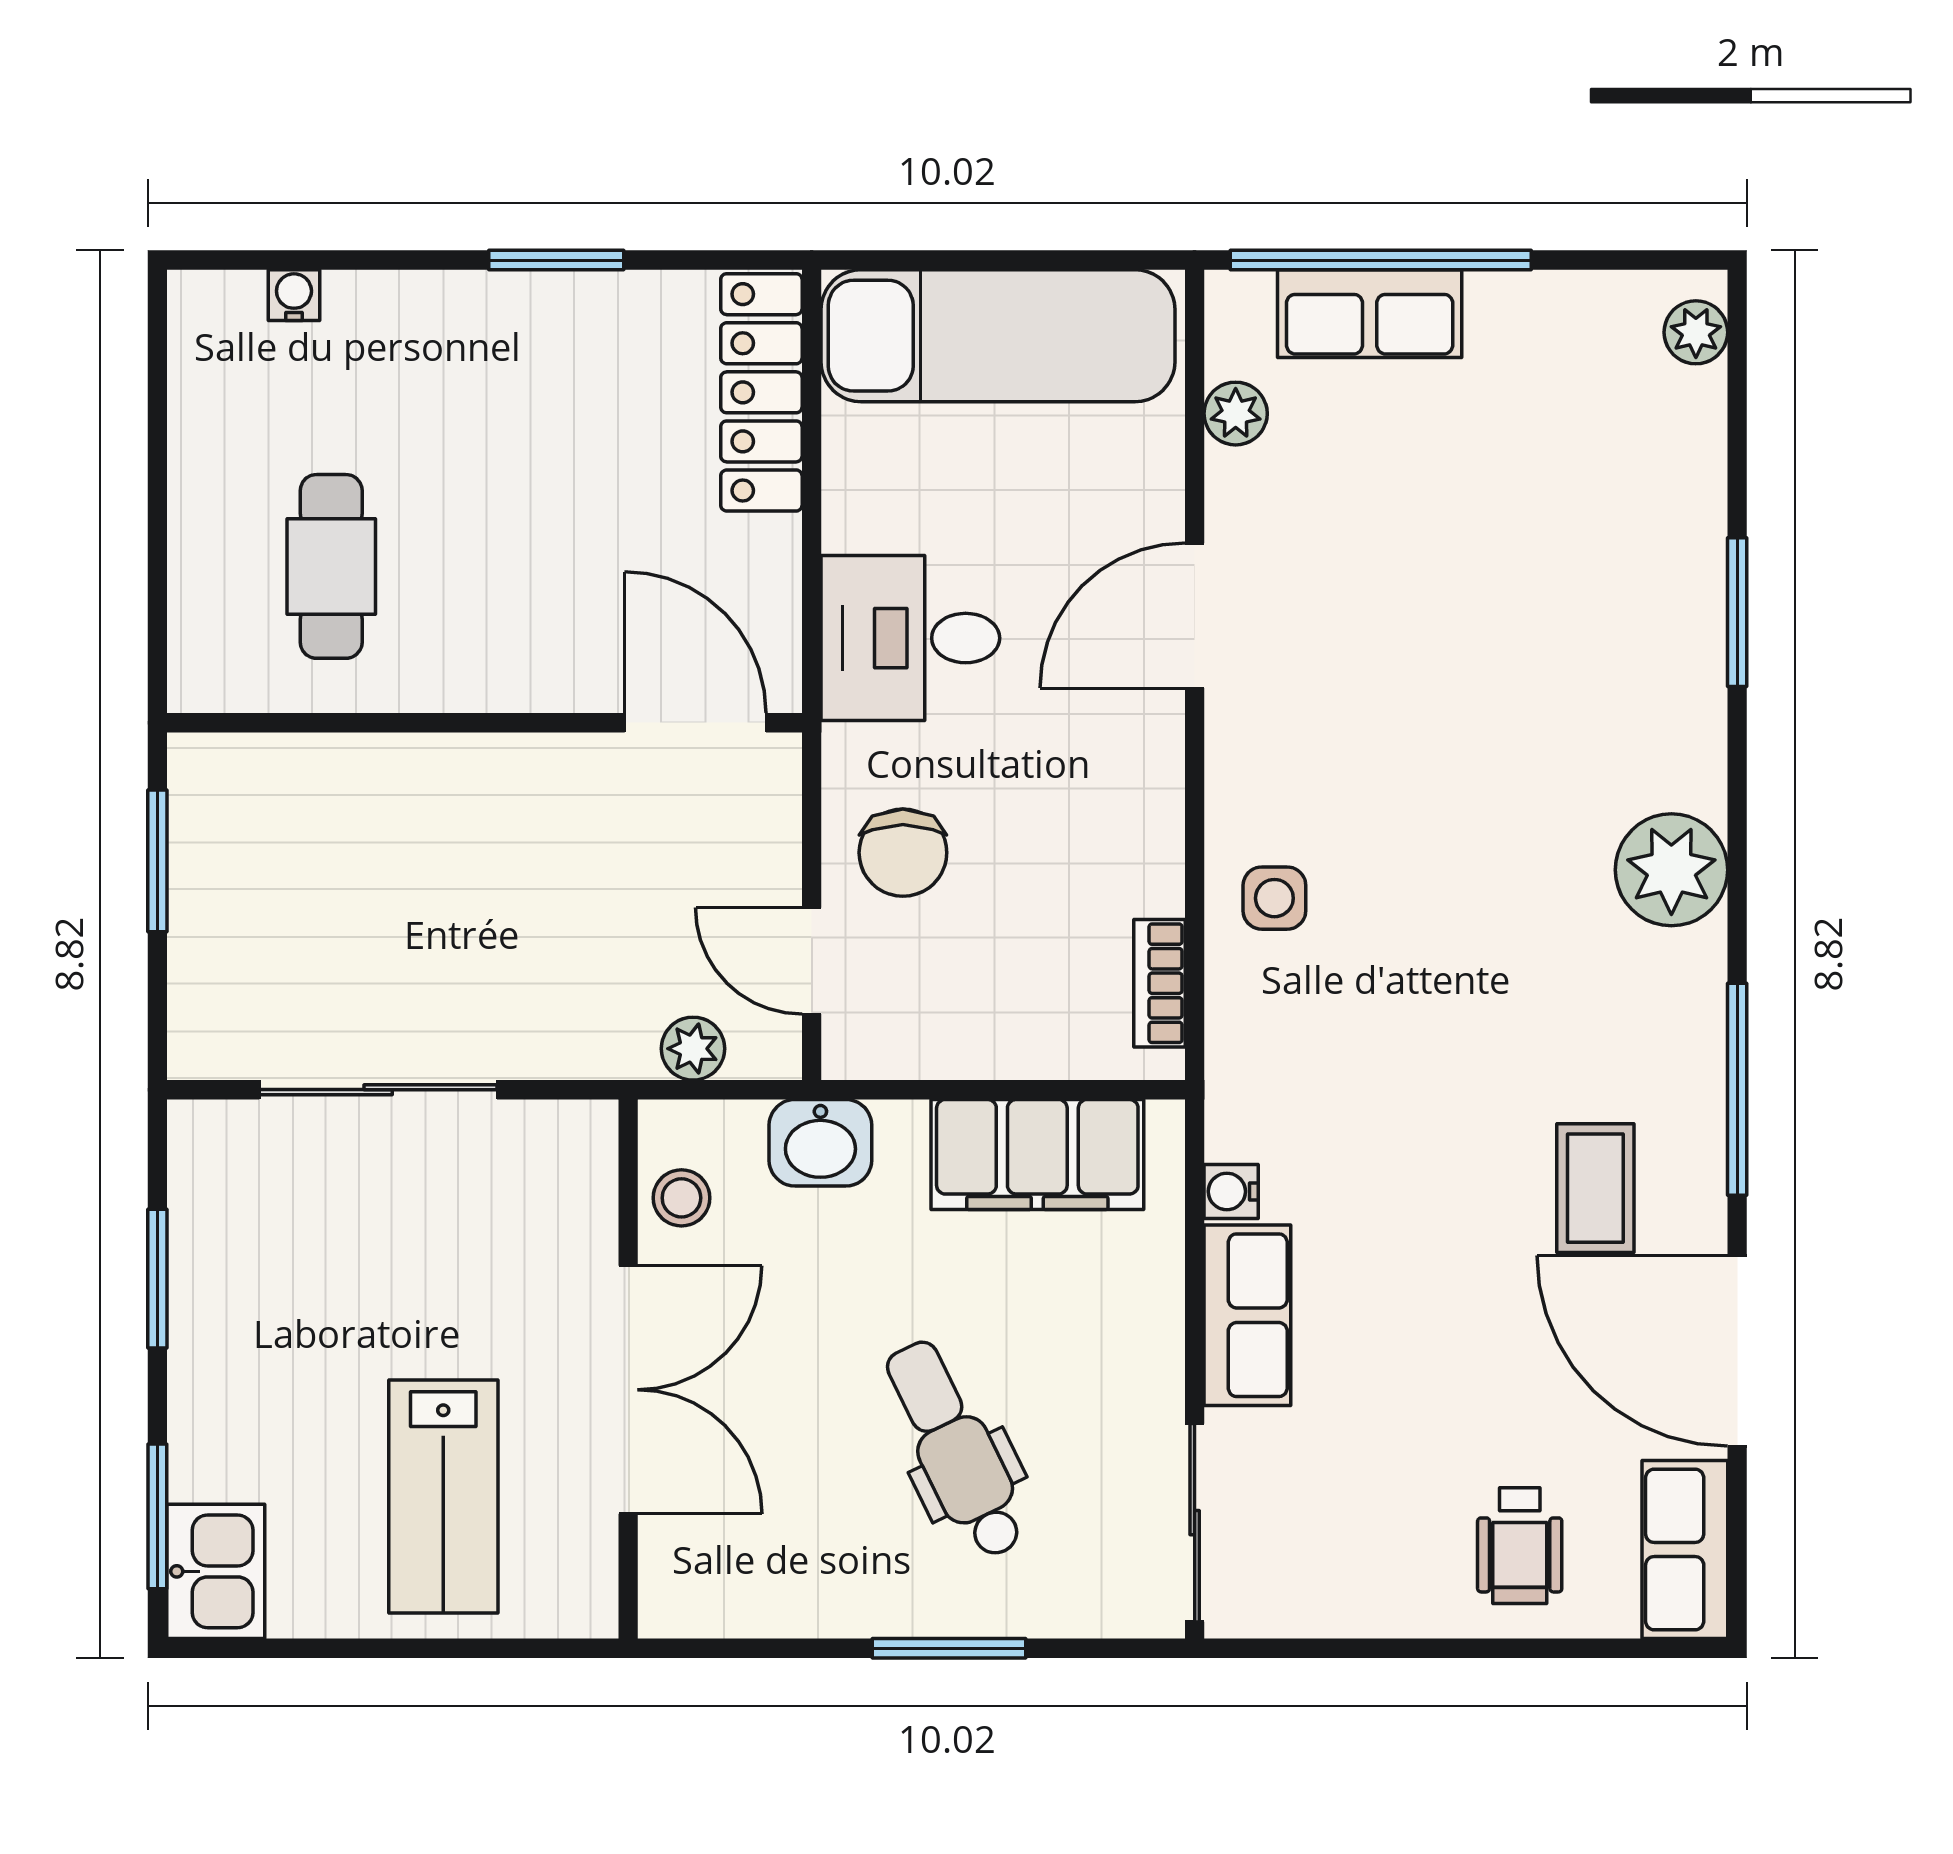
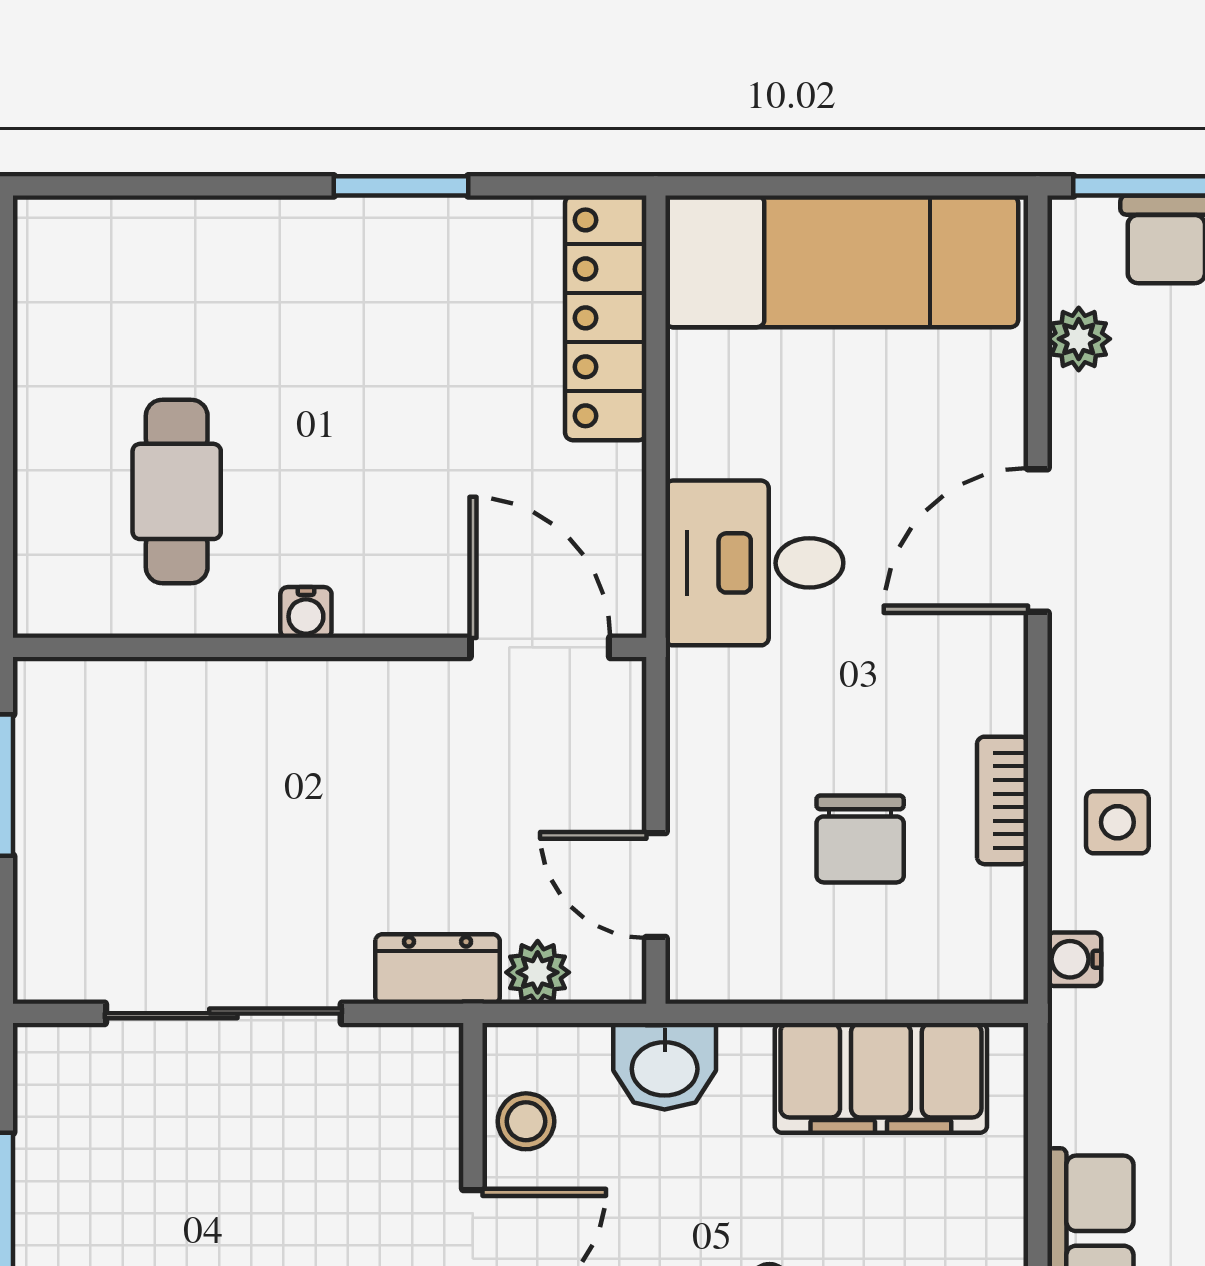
water cooler: (294, 295) -> (306, 612), moved, turned 180
chair: (903, 853) -> (860, 839), moved
bookcase: (1159, 983) -> (1003, 800), moved
dresser: (593, 1045) -> (438, 969), added
water cooler: (1231, 1191) -> (1074, 959), moved

